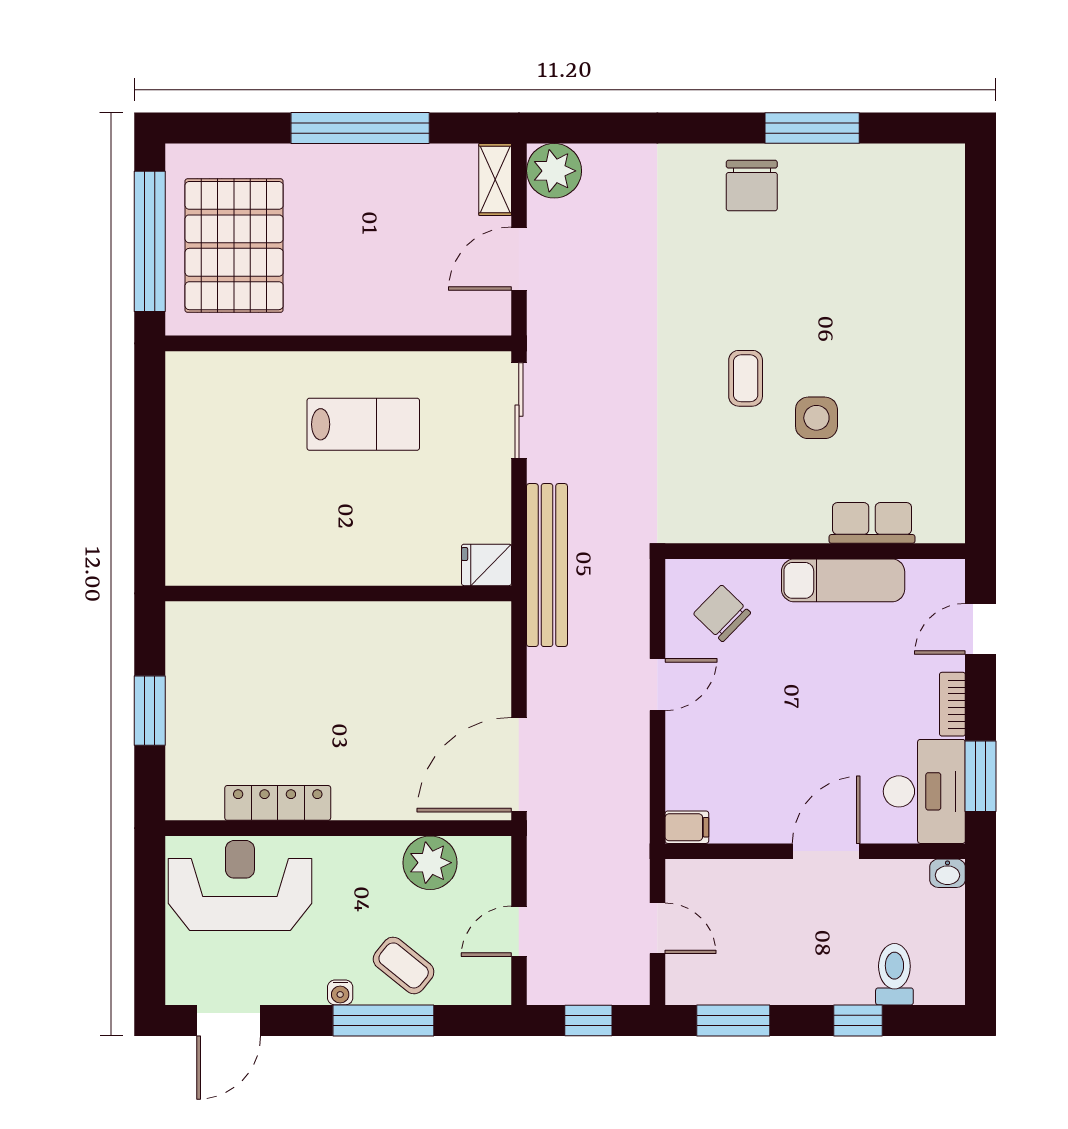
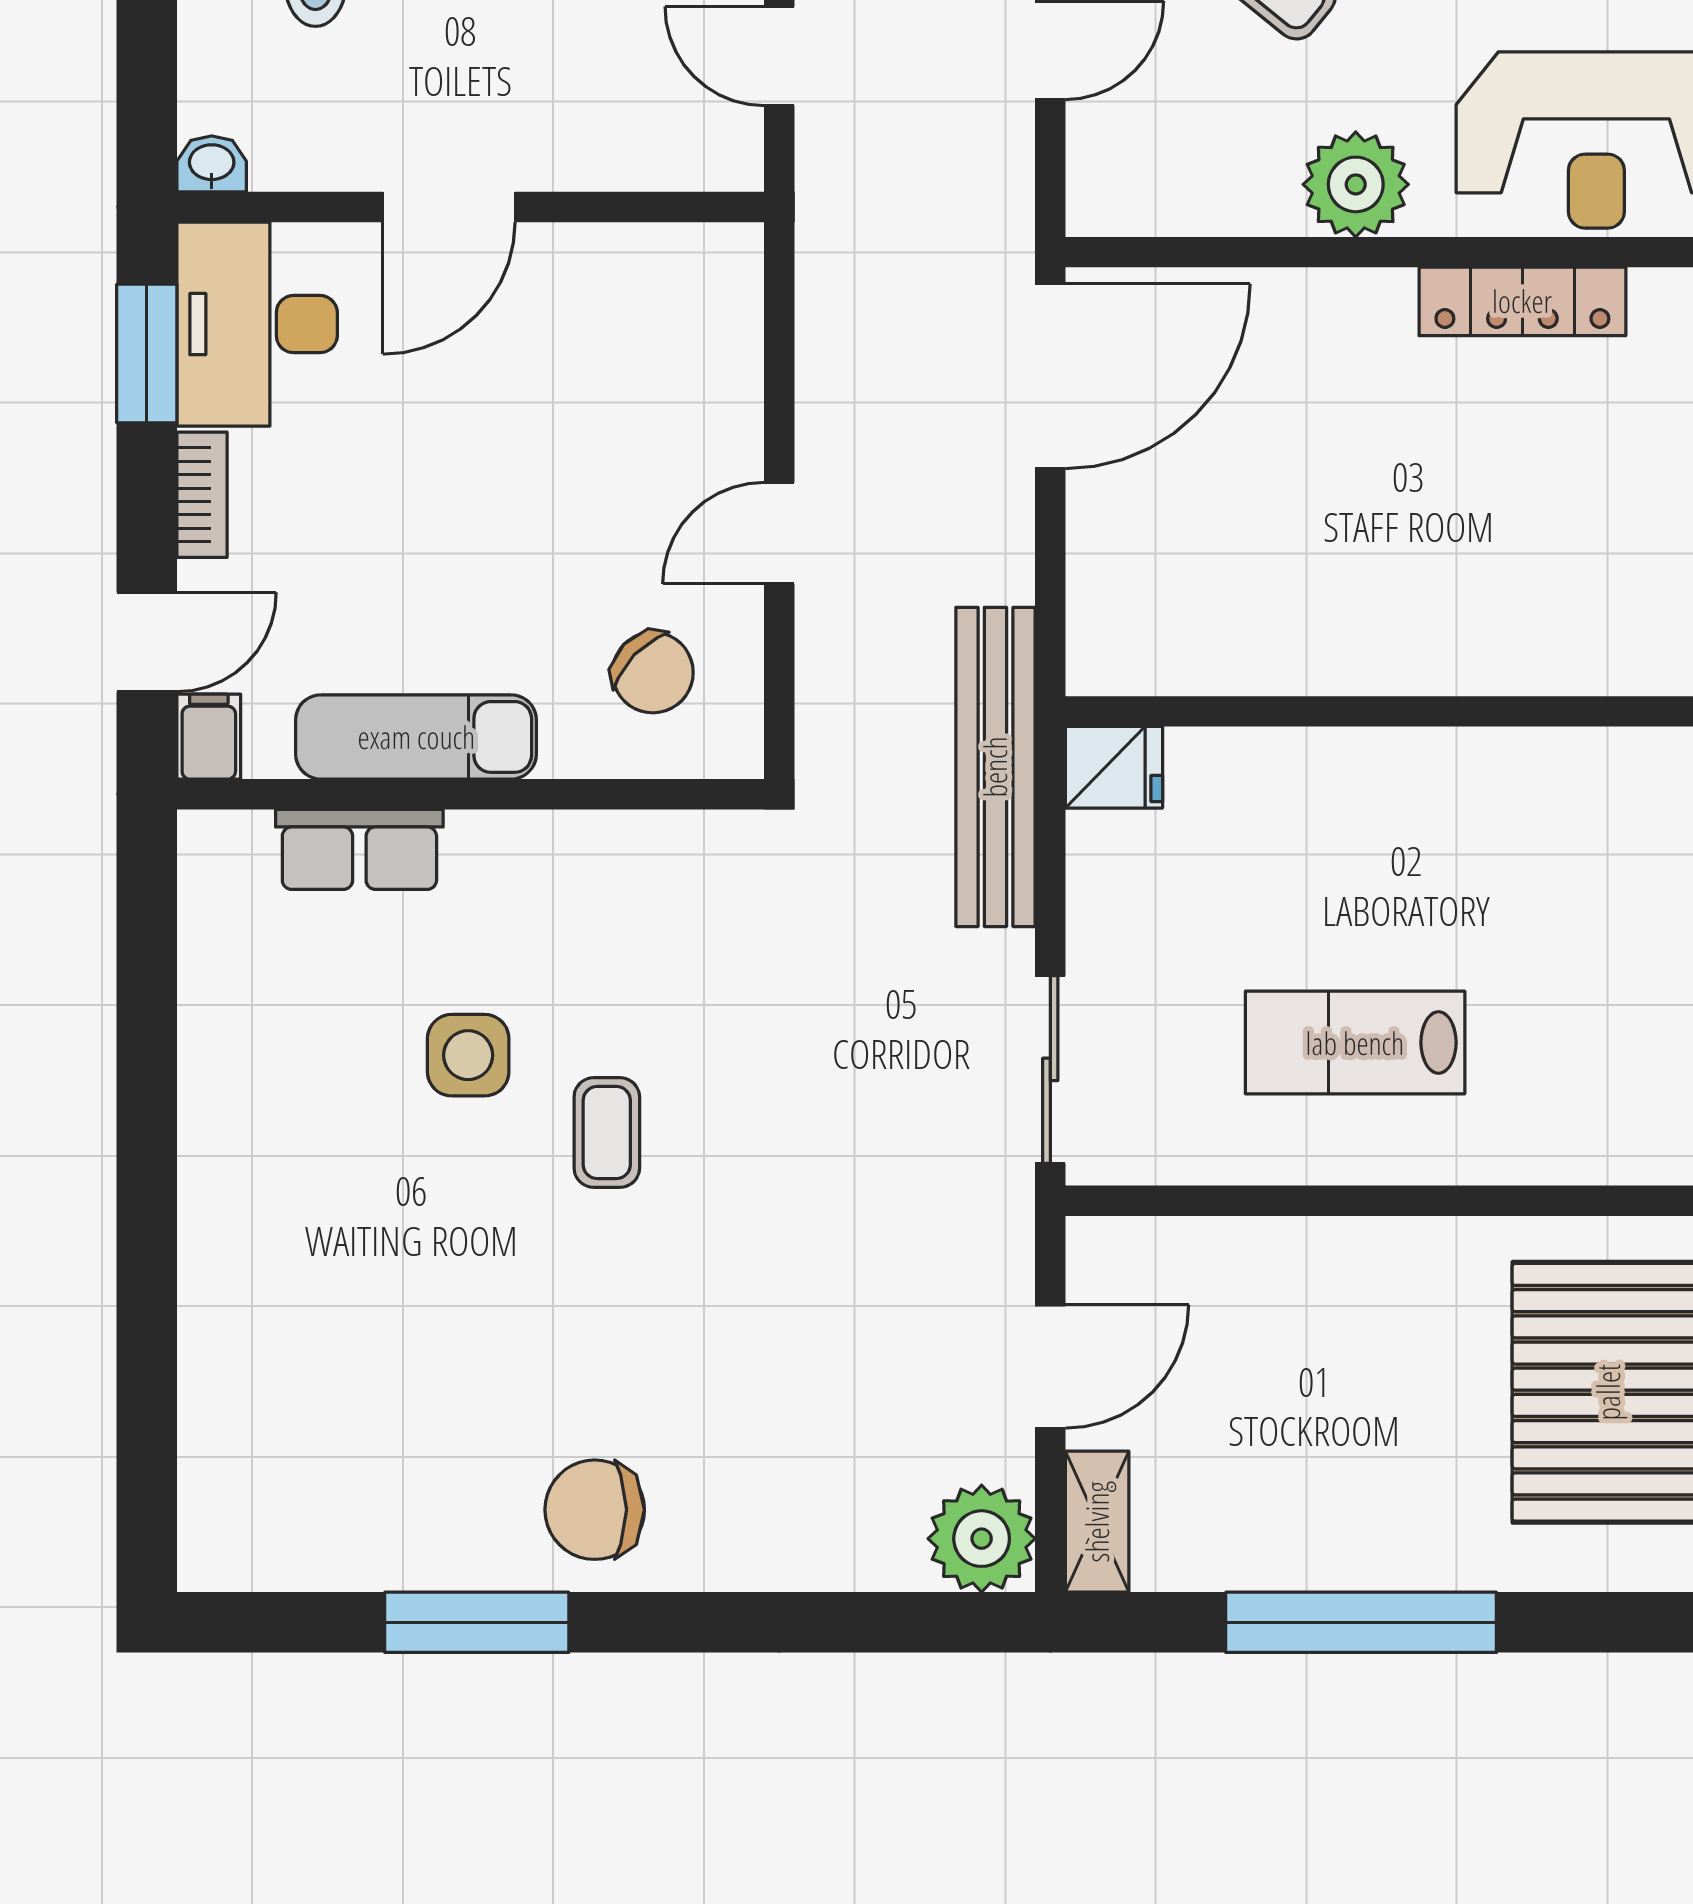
chair: (752, 186) -> (595, 1510), turned -90
filing cabinet: (687, 827) -> (209, 737), moved, turned 90
plant: (430, 863) -> (1356, 184), moved

